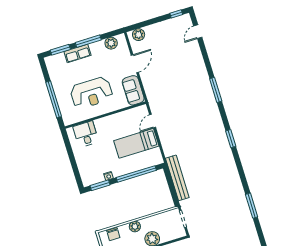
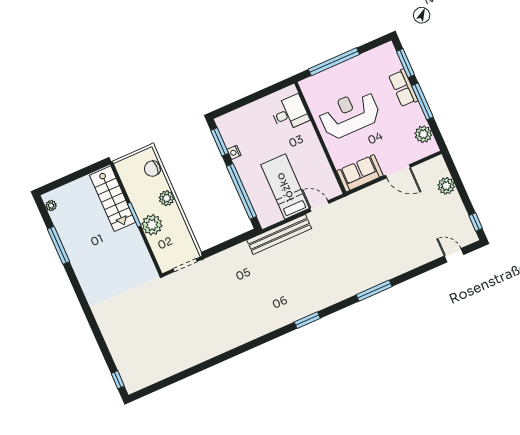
plant: (139, 35) -> (446, 186), moved
reception desk: (91, 93) -> (349, 114), turned 90
bench: (177, 178) -> (279, 234), moved
window: (252, 206) -> (215, 361), removed

